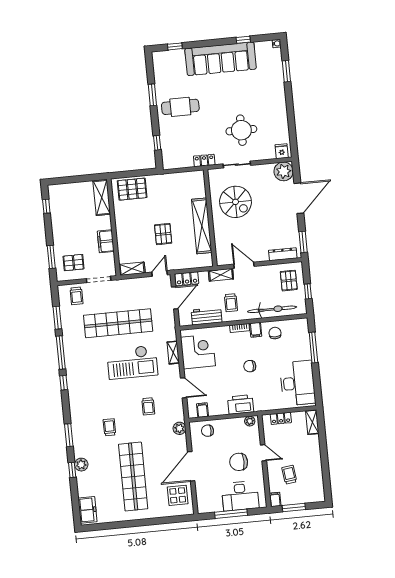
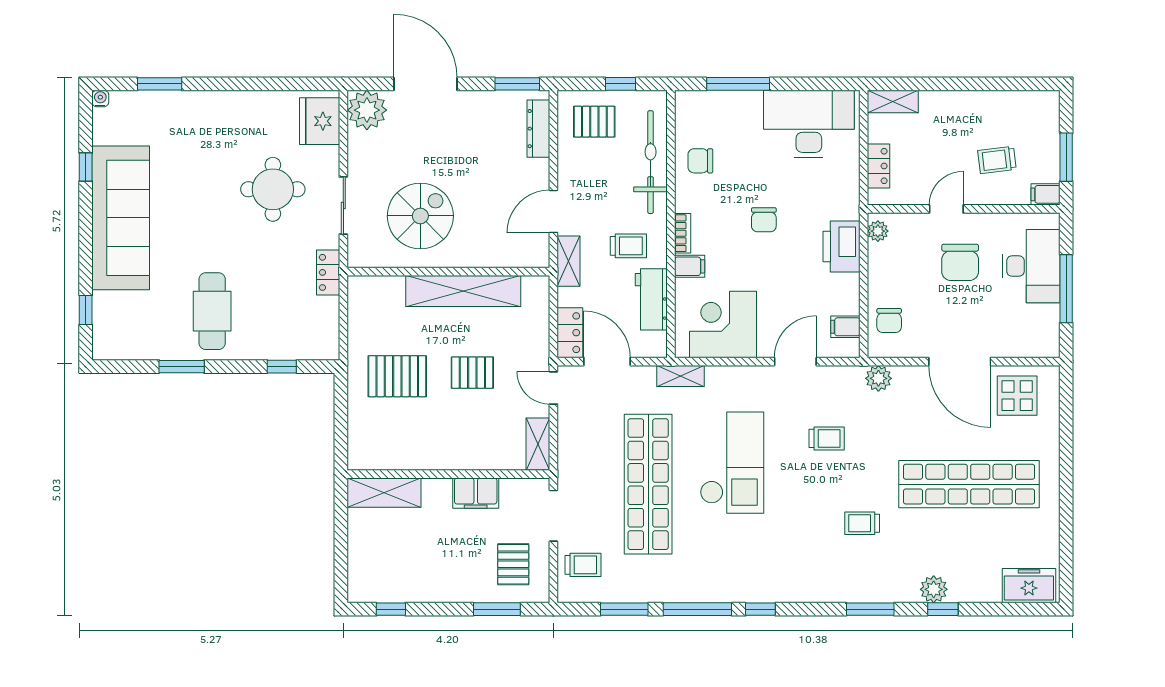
fridge: (282, 151) -> (320, 121), width x1.88, depth x1.34
pallet: (132, 189) -> (397, 376), moved, turned 90
filing cabinet: (256, 330) -> (690, 266), moved
shelving: (173, 353) -> (681, 376), moved

